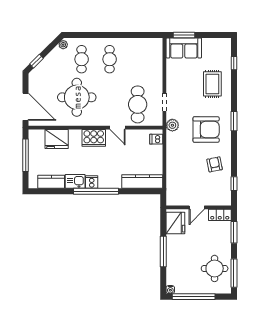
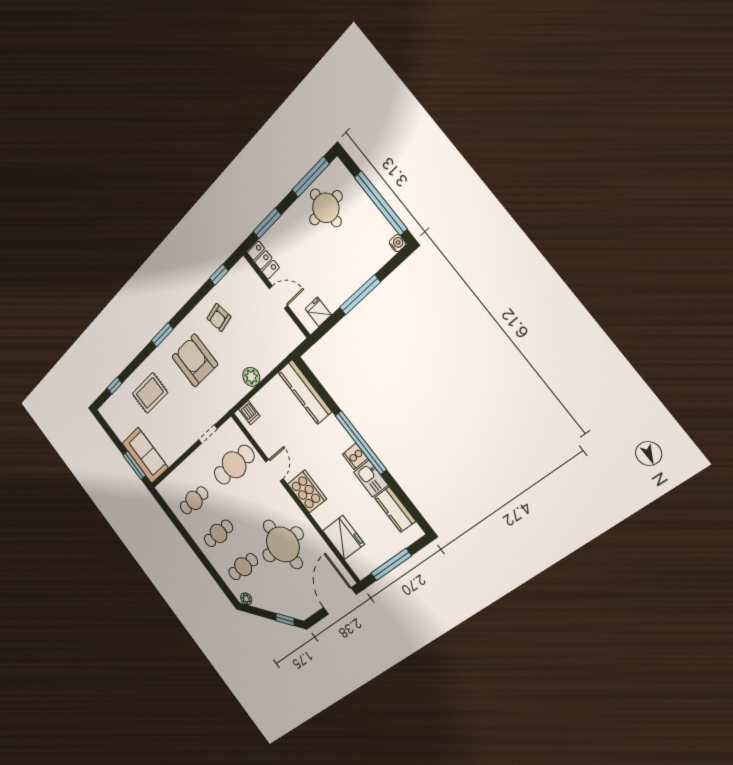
cafe table: (138, 59) -> (194, 500), added
plant: (172, 125) -> (251, 377), moved
fridge: (175, 223) -> (318, 312), width x0.53, depth x0.75

